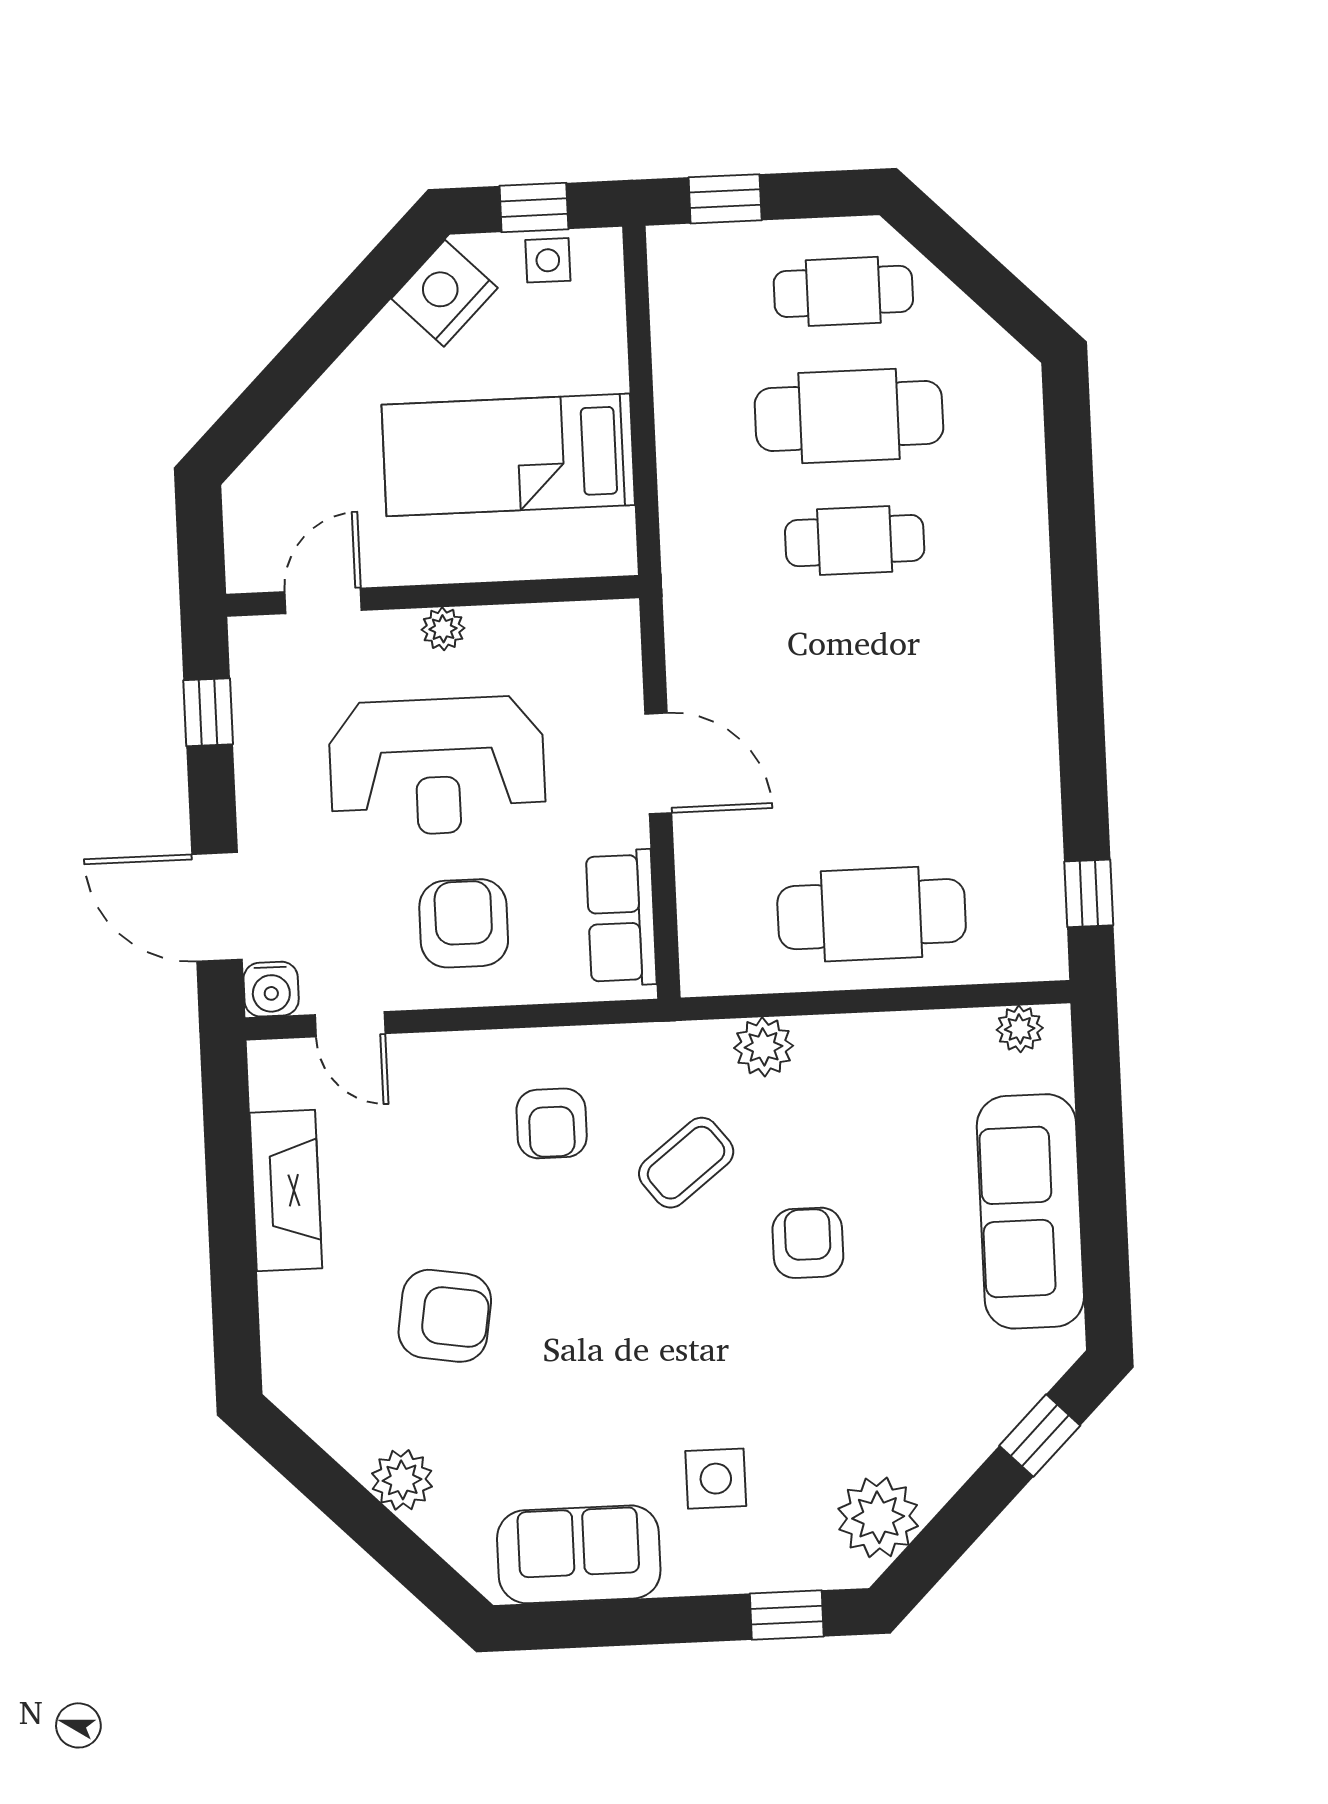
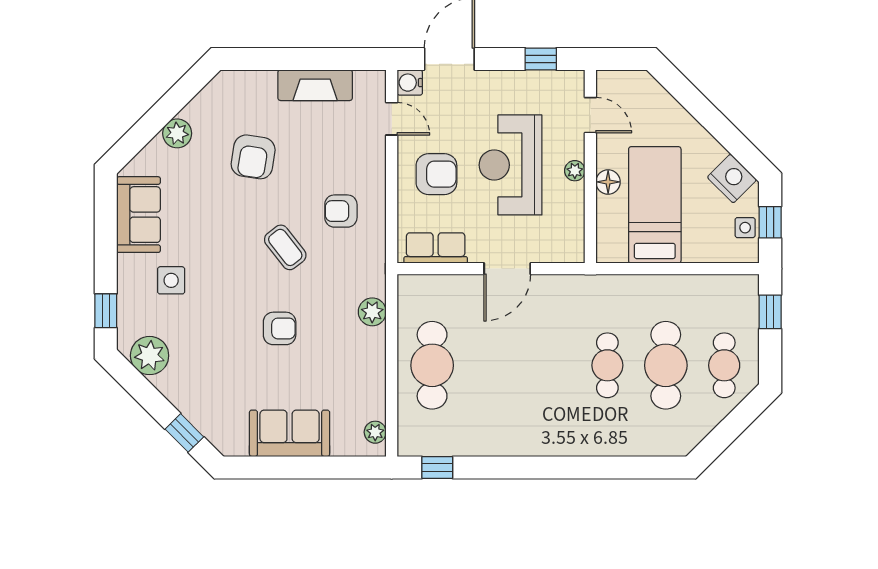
floor lamp: (464, 557) -> (608, 182), added
door: (350, 1024) -> (392, 119), swing flipped
coffee table: (686, 1163) -> (285, 247), moved
sofa: (1030, 1211) -> (290, 433), width x0.73

